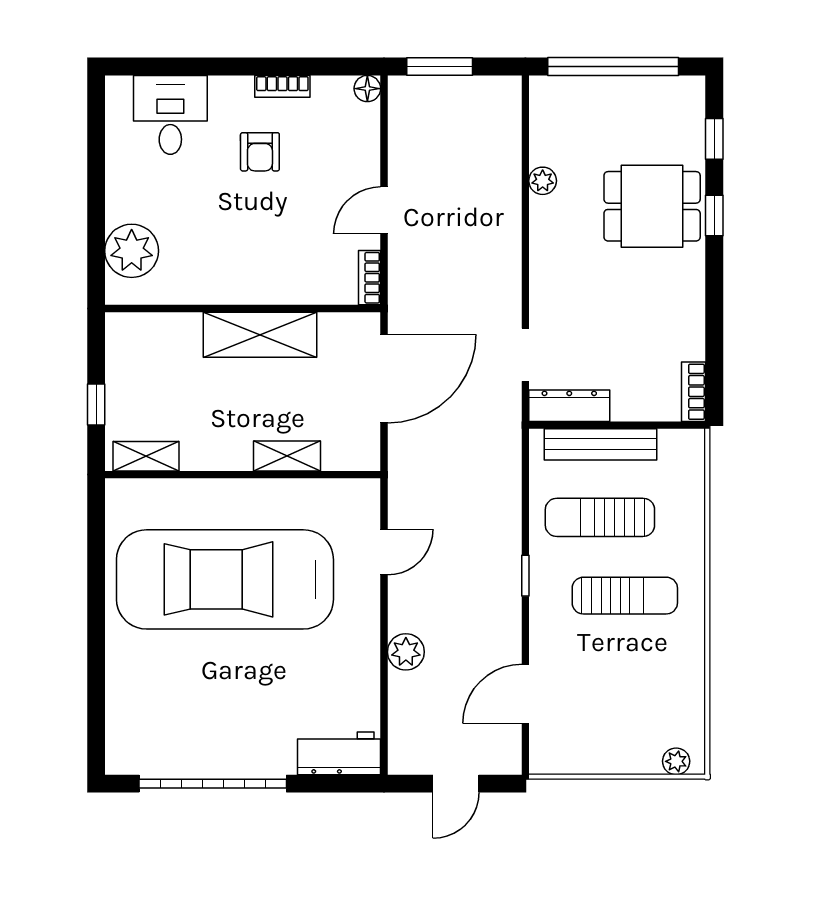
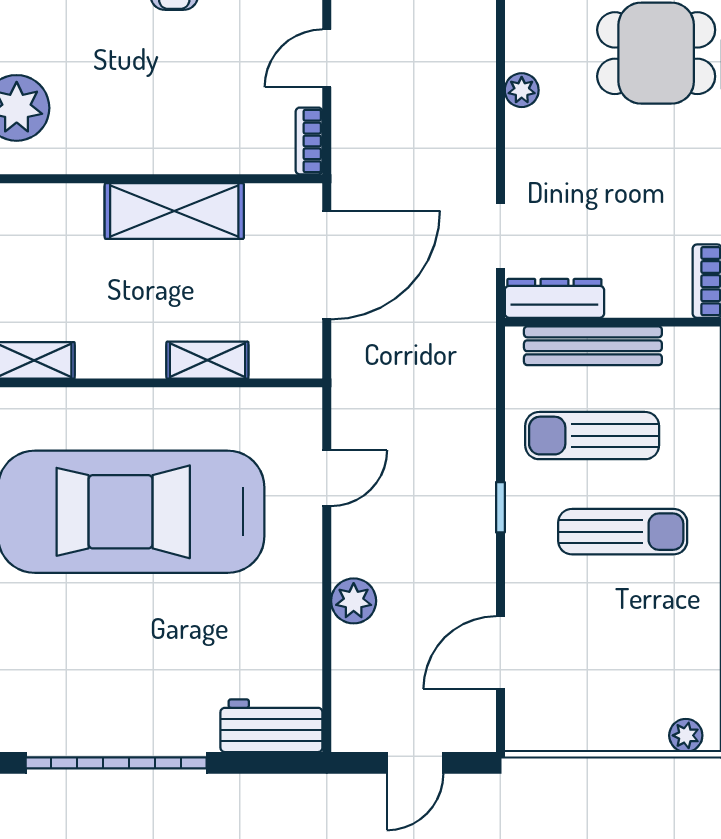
plant: (543, 181) -> (522, 90), moved

